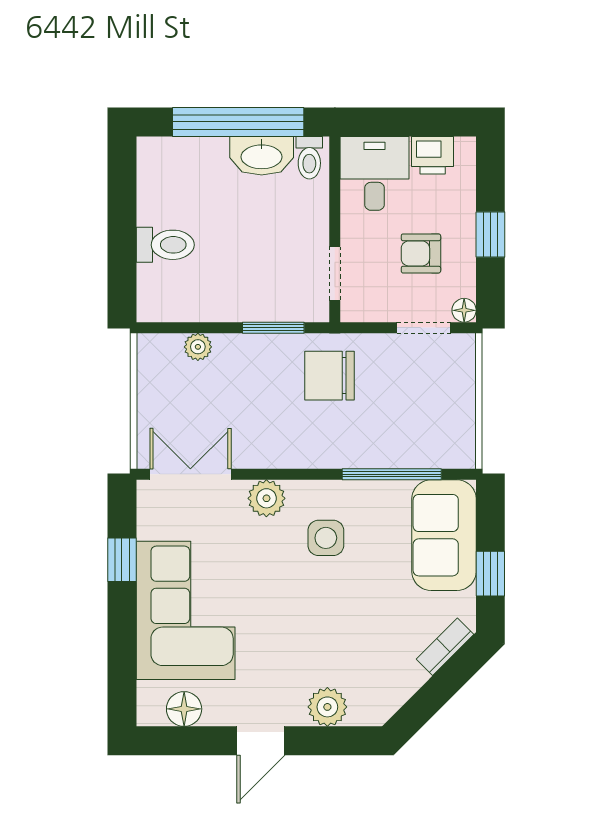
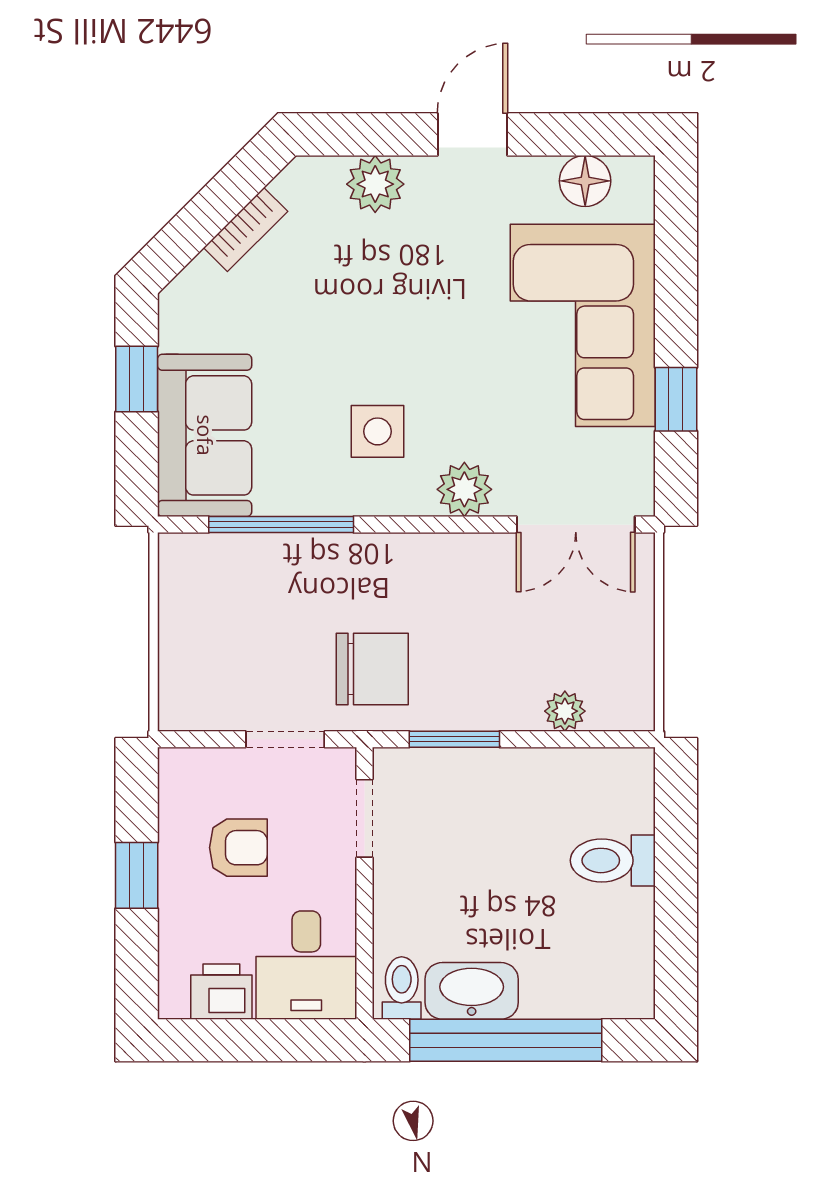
floor lamp: (464, 310) -> (175, 765), removed
doorway: (424, 328) -> (285, 739), moved
bookcase: (445, 647) -> (246, 229), moved

